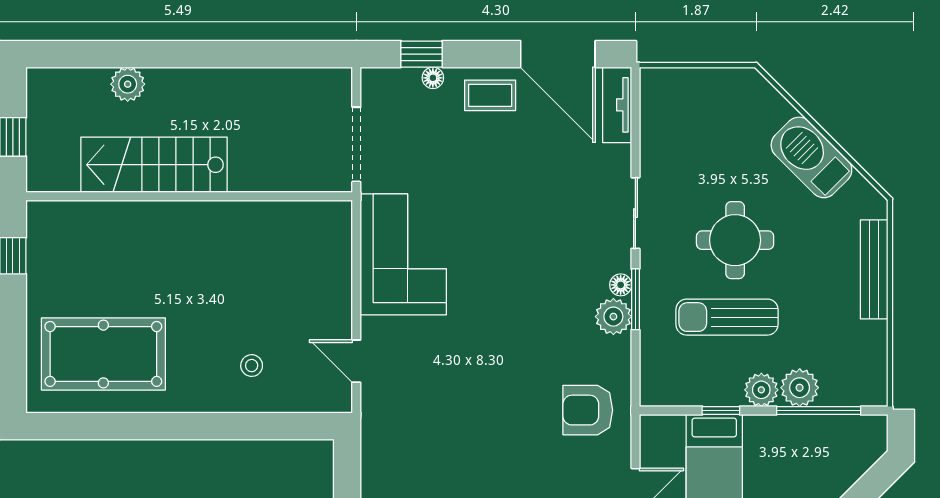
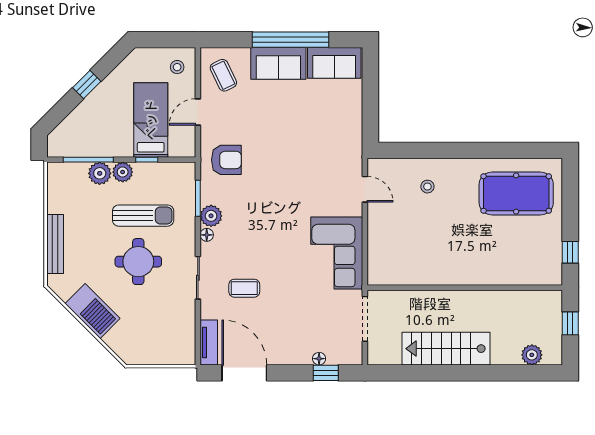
plant: (128, 84) -> (532, 355), moved
coffee table: (490, 95) -> (244, 288), moved
stairs: (154, 165) -> (446, 349), moved, turned 180
window: (635, 299) -> (198, 198), moved

